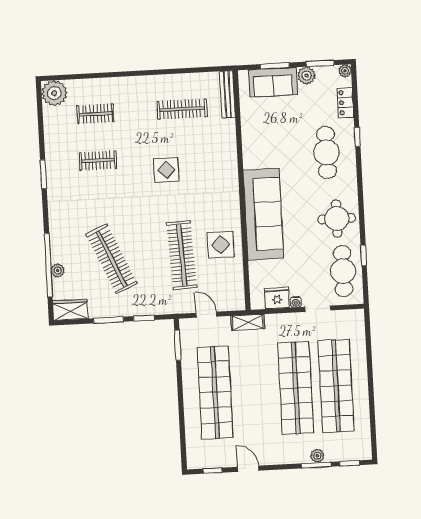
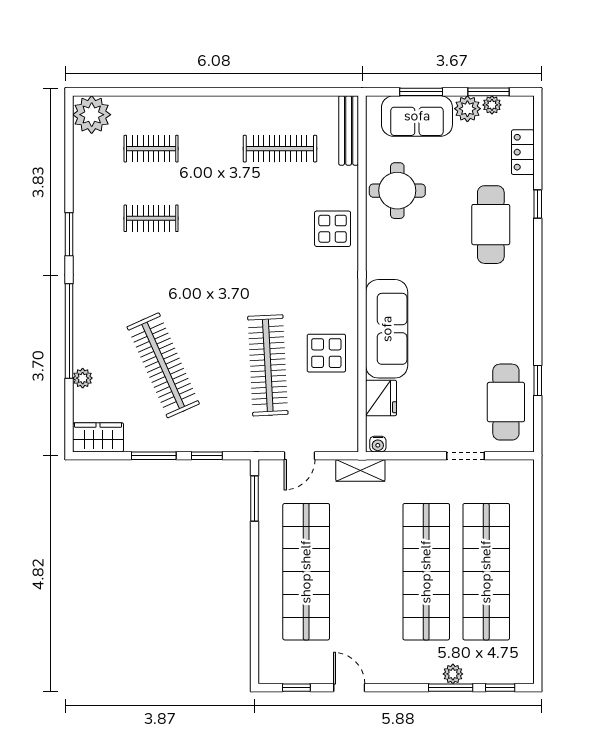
plant: (345, 71) -> (492, 105), moved
display table: (166, 170) -> (333, 229), moved
sofa: (263, 214) -> (387, 329), width x0.74, depth x0.79
round table: (337, 219) -> (397, 191), moved
window: (48, 265) -> (69, 331), moved
fridge: (277, 298) -> (381, 398), moved, turned 90
water cooler: (296, 302) -> (378, 444), moved
door: (206, 315) -> (300, 456), swing flipped

